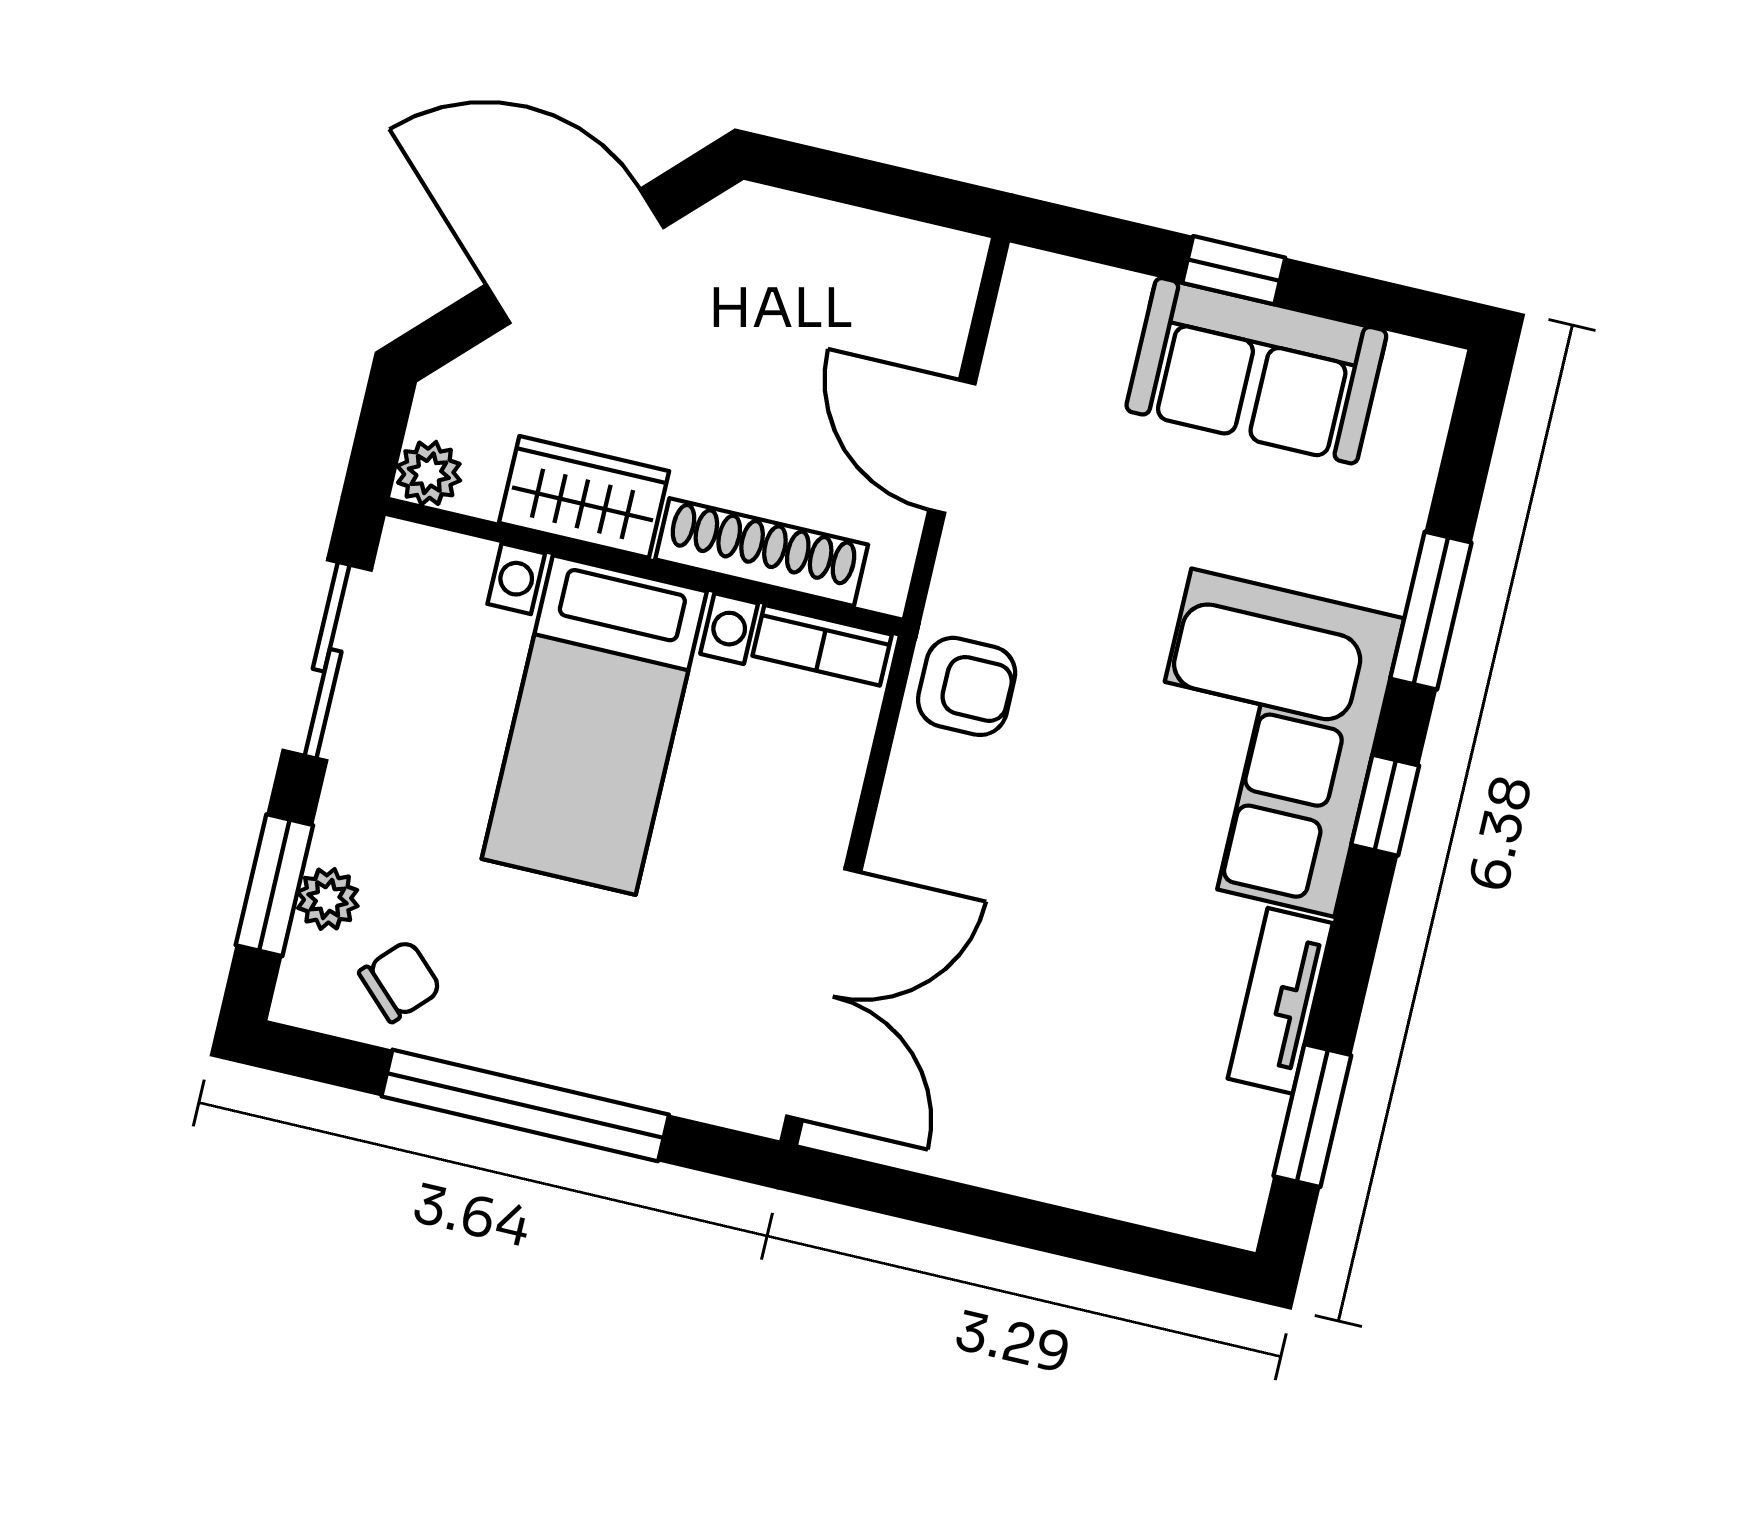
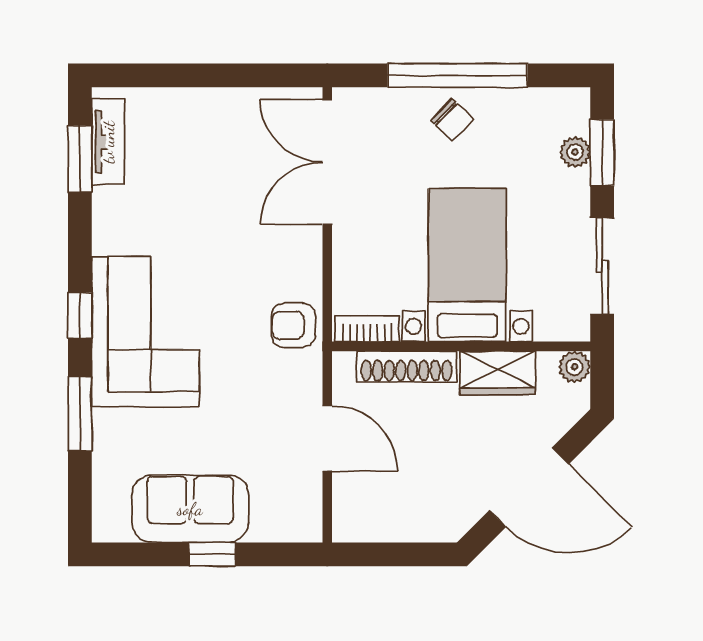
chair: (400, 981) -> (452, 120), moved, turned -90
tv unit: (1280, 1001) -> (108, 142), moved

